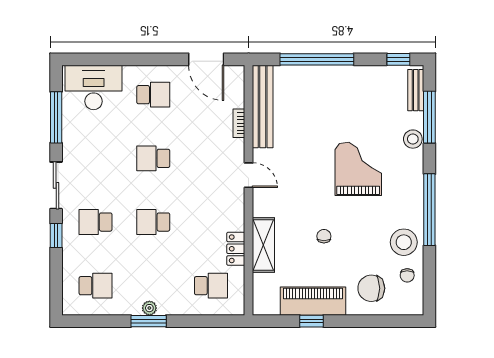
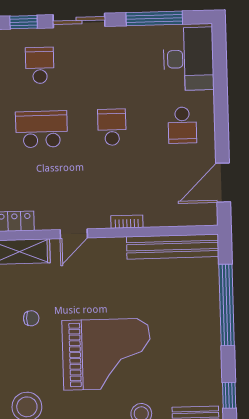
bookcase: (239, 123) -> (127, 222), moved
grand piano: (358, 169) -> (107, 354), width x1.37, depth x1.48
door: (249, 175) -> (74, 234), moved
school desk: (153, 222) -> (42, 129), width x1.85

